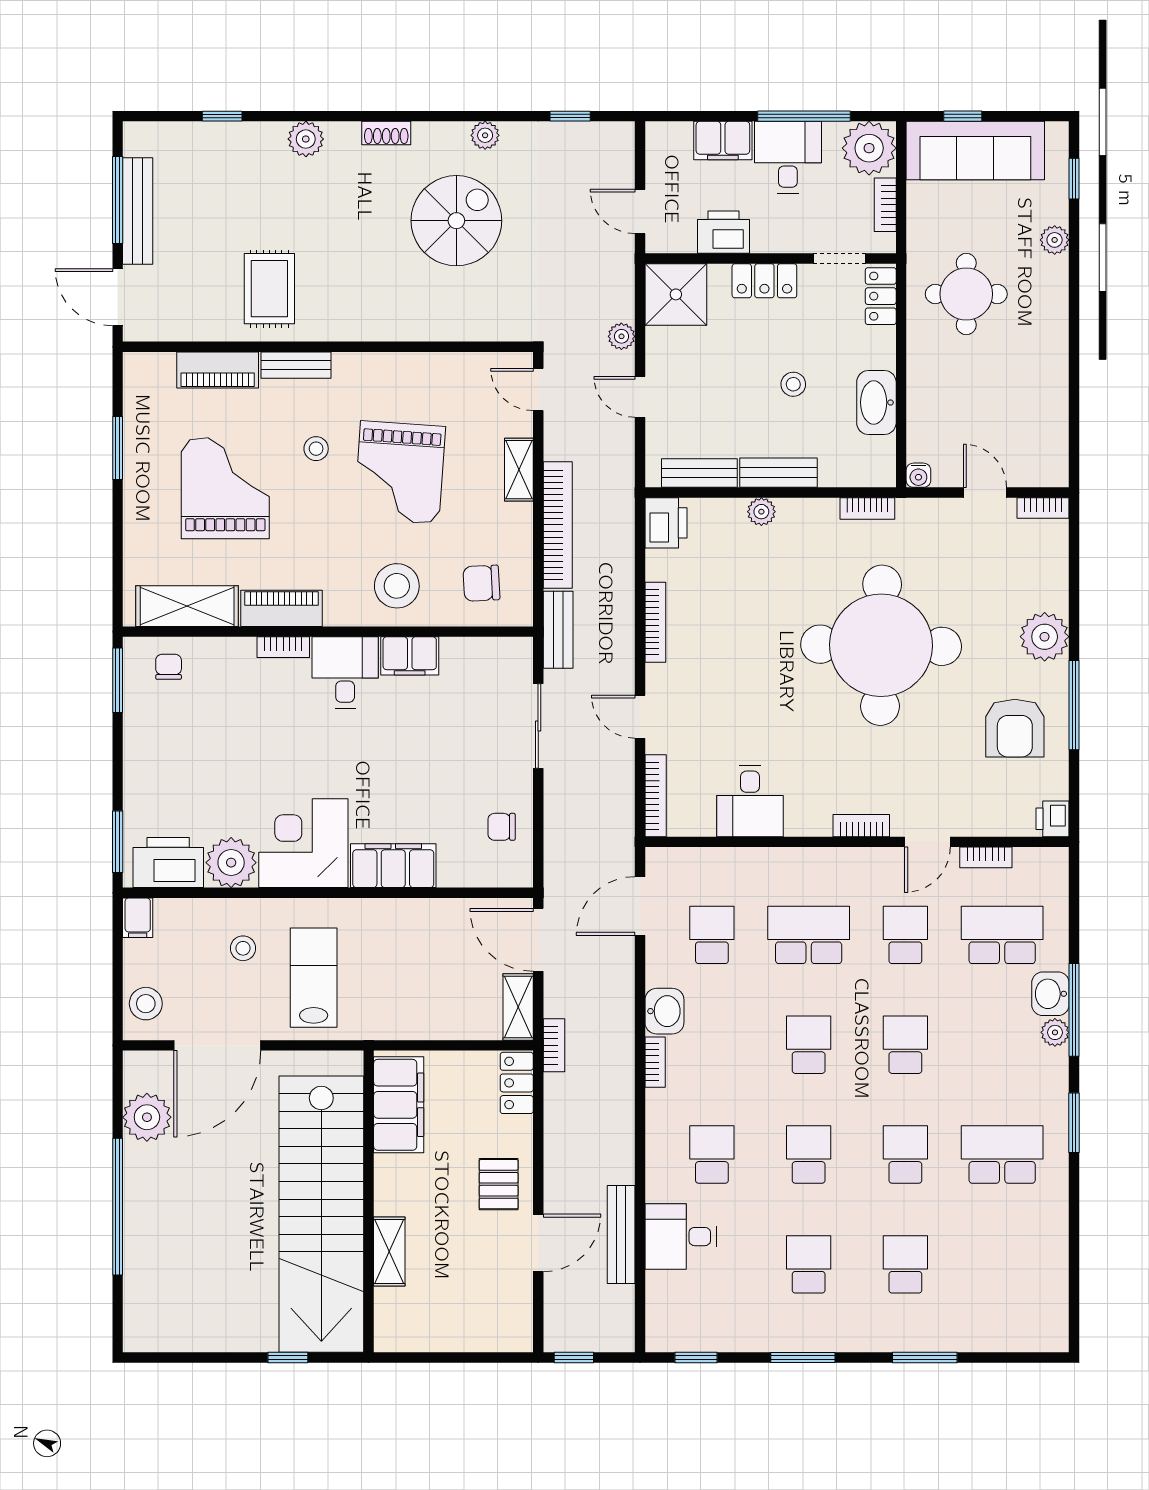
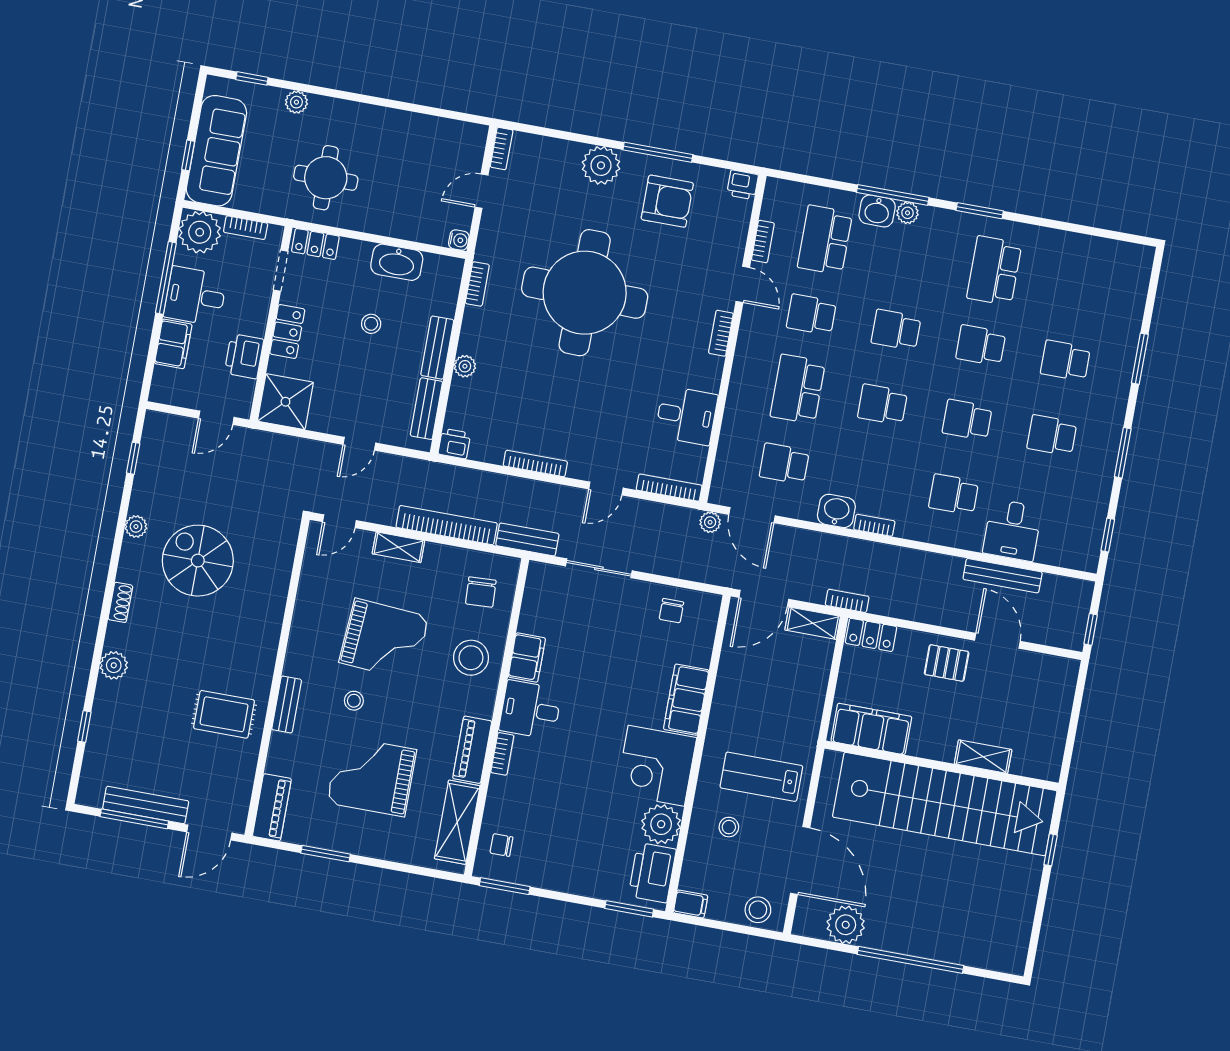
plant: (621, 336) -> (710, 522), moved
piano: (218, 370) -> (272, 807), moved
printer: (666, 523) -> (454, 444), width x0.73, depth x0.81

